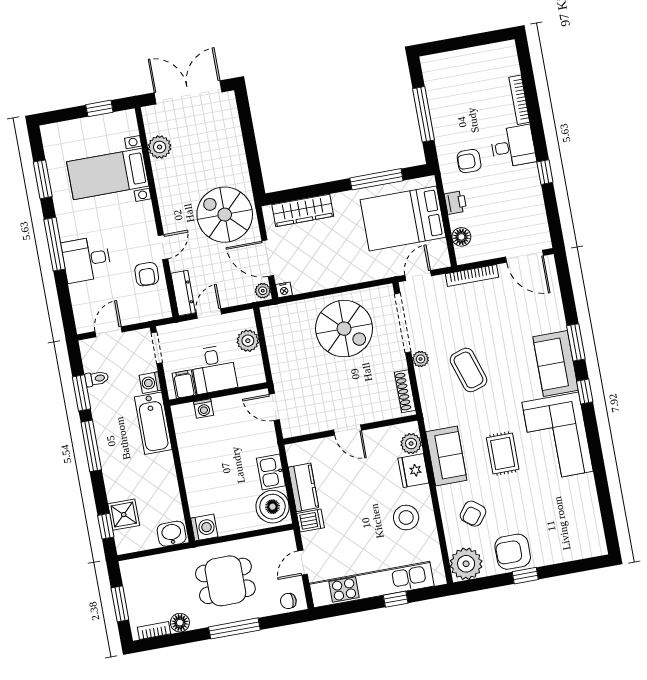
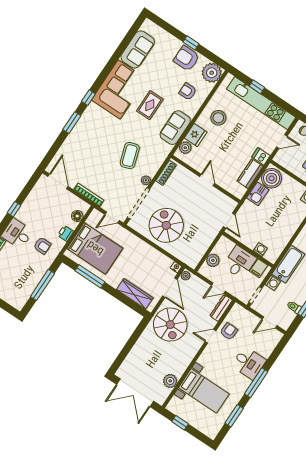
sofa: (556, 363) -> (138, 49), moved
armchair: (473, 514) -> (188, 92), turned -128
armchair: (513, 552) -> (186, 58), turned 180

